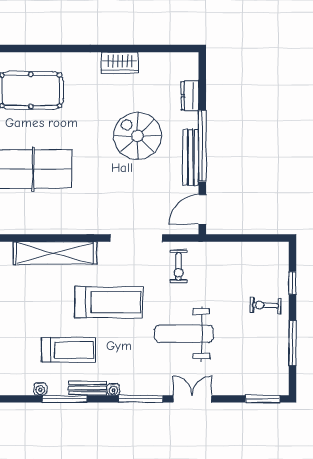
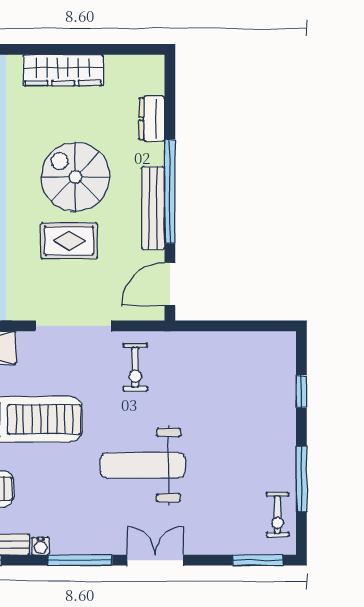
wardrobe: (120, 63) -> (63, 70), width x1.50
rug: (133, 180) -> (69, 241), added
exercise bike: (265, 305) -> (278, 515), moved, turned -93

